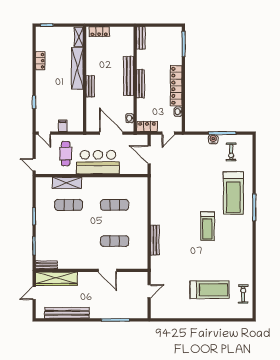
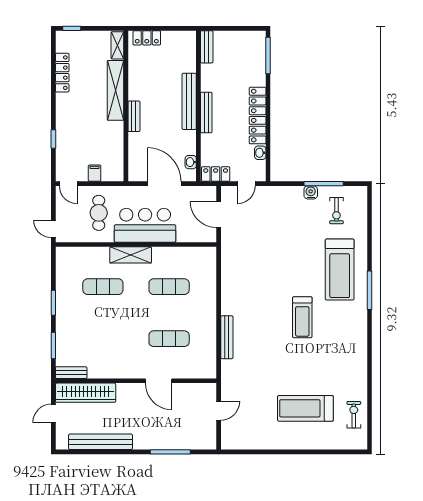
locker: (40, 61) -> (62, 73), width x1.53
shelving: (67, 183) -> (131, 255), moved
treadmill: (210, 290) -> (305, 408), turned 180

